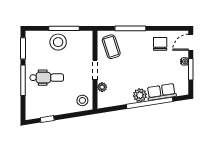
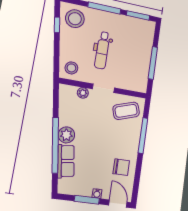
stool: (58, 42) -> (75, 19), moved
dental chair: (47, 78) -> (102, 50), moved

